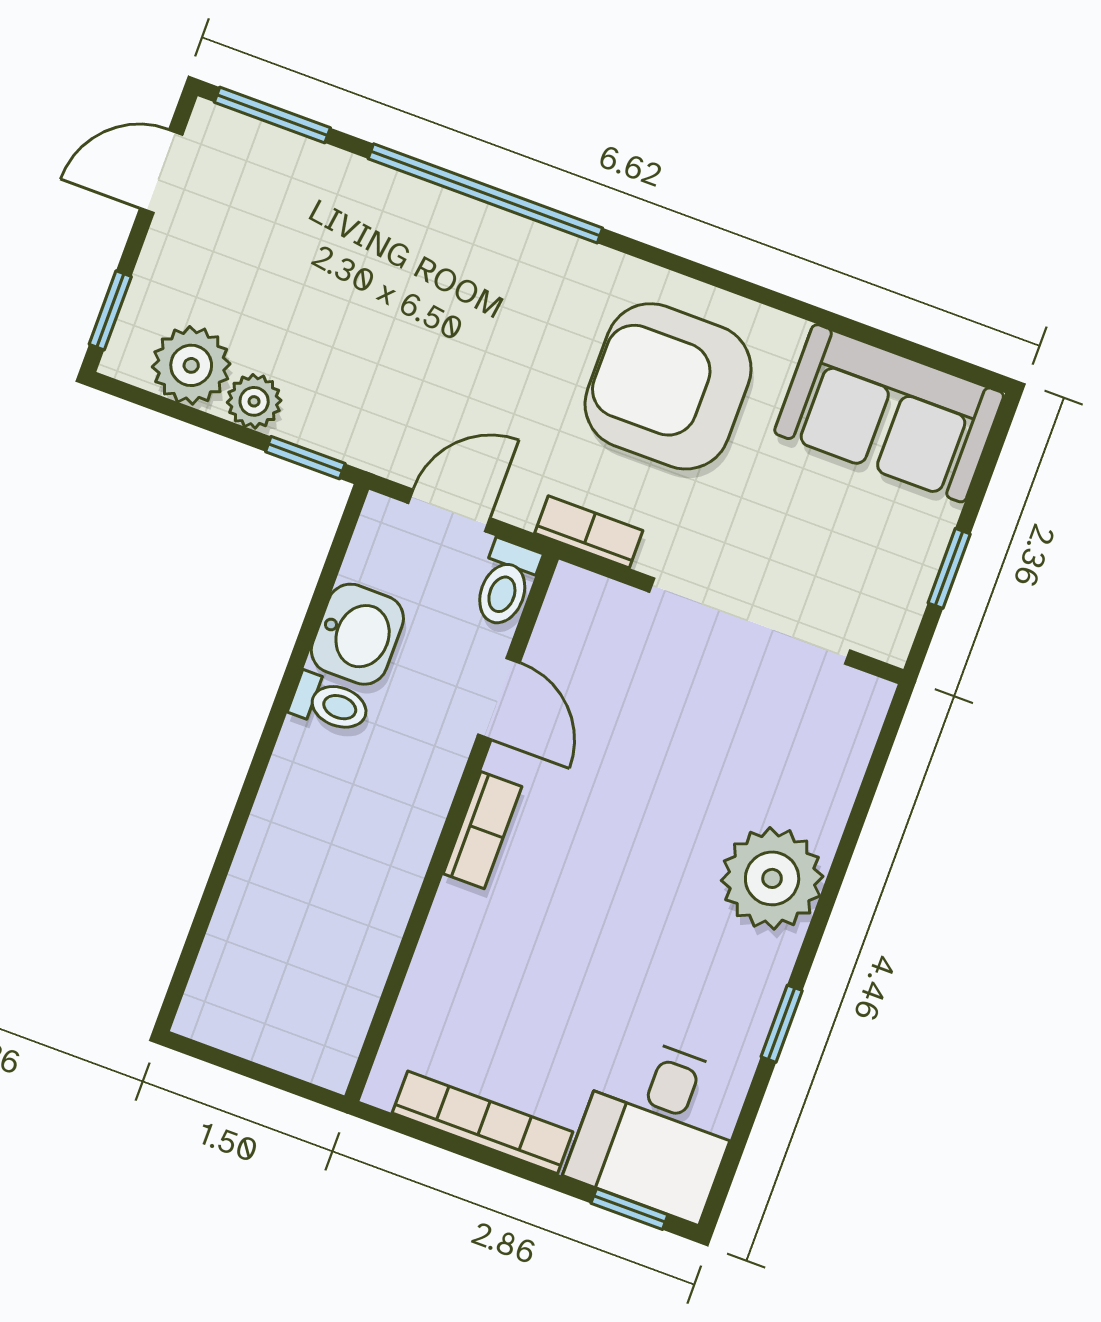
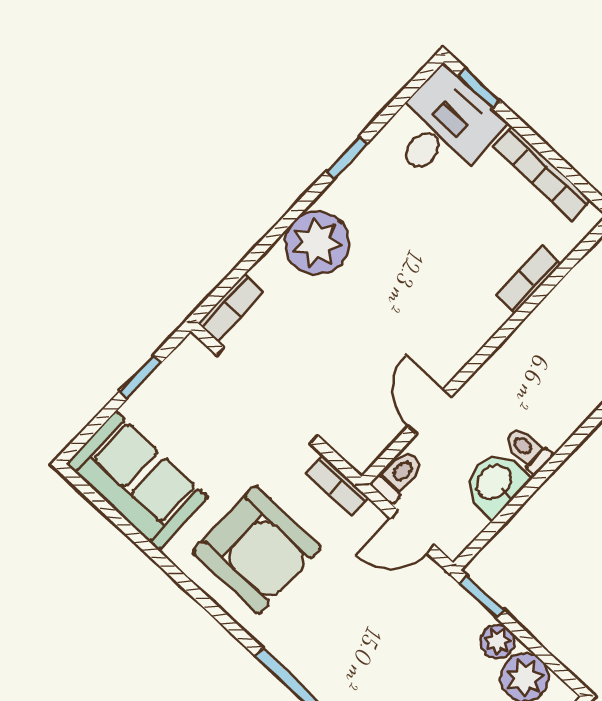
bookcase: (859, 728) -> (231, 308), added
bookcase: (482, 830) -> (528, 280), moved

